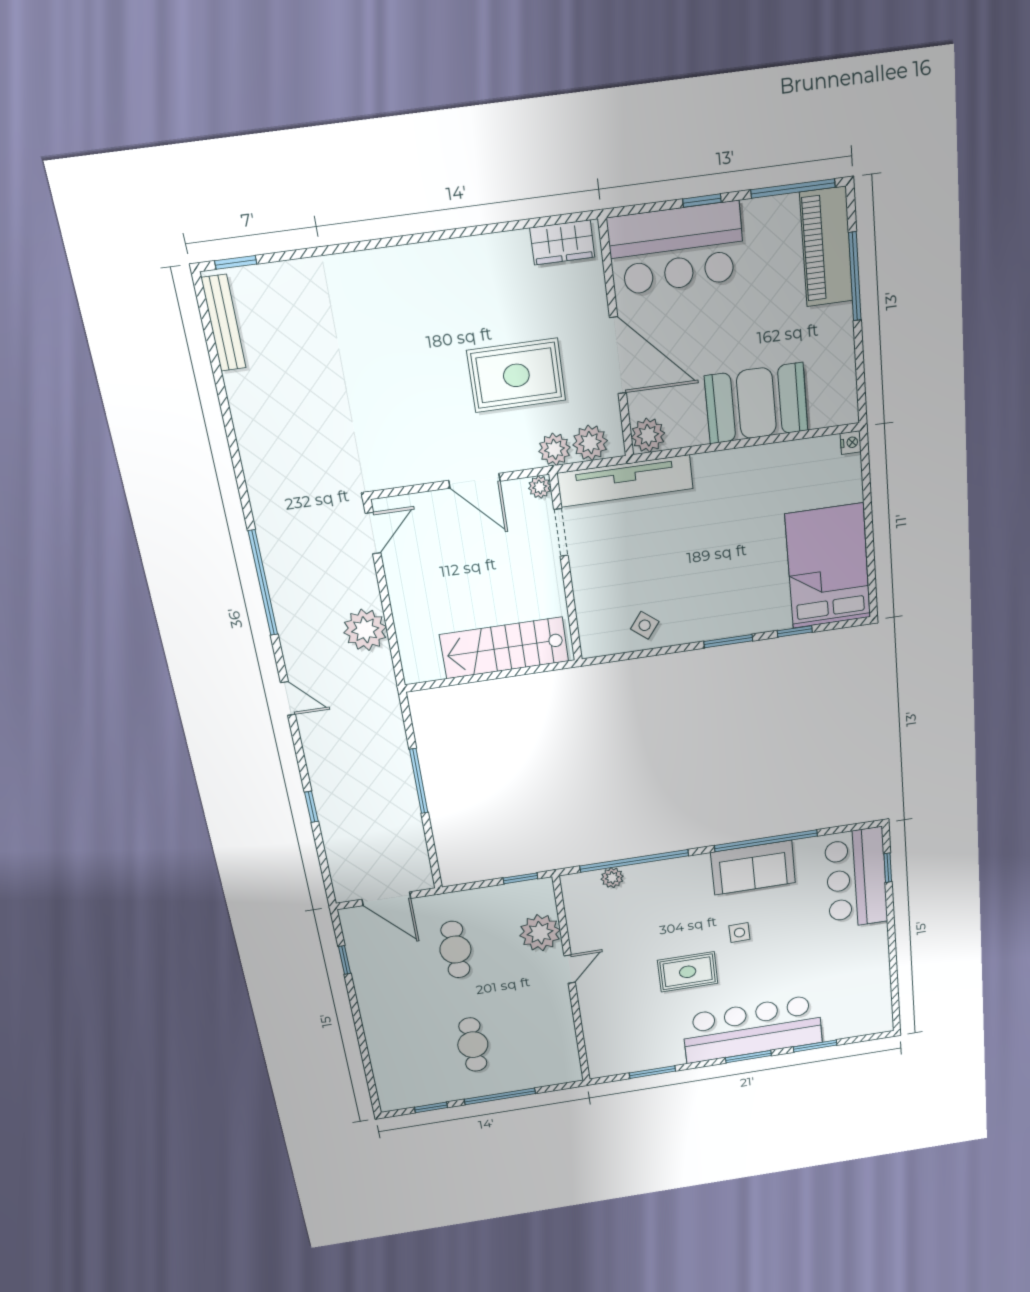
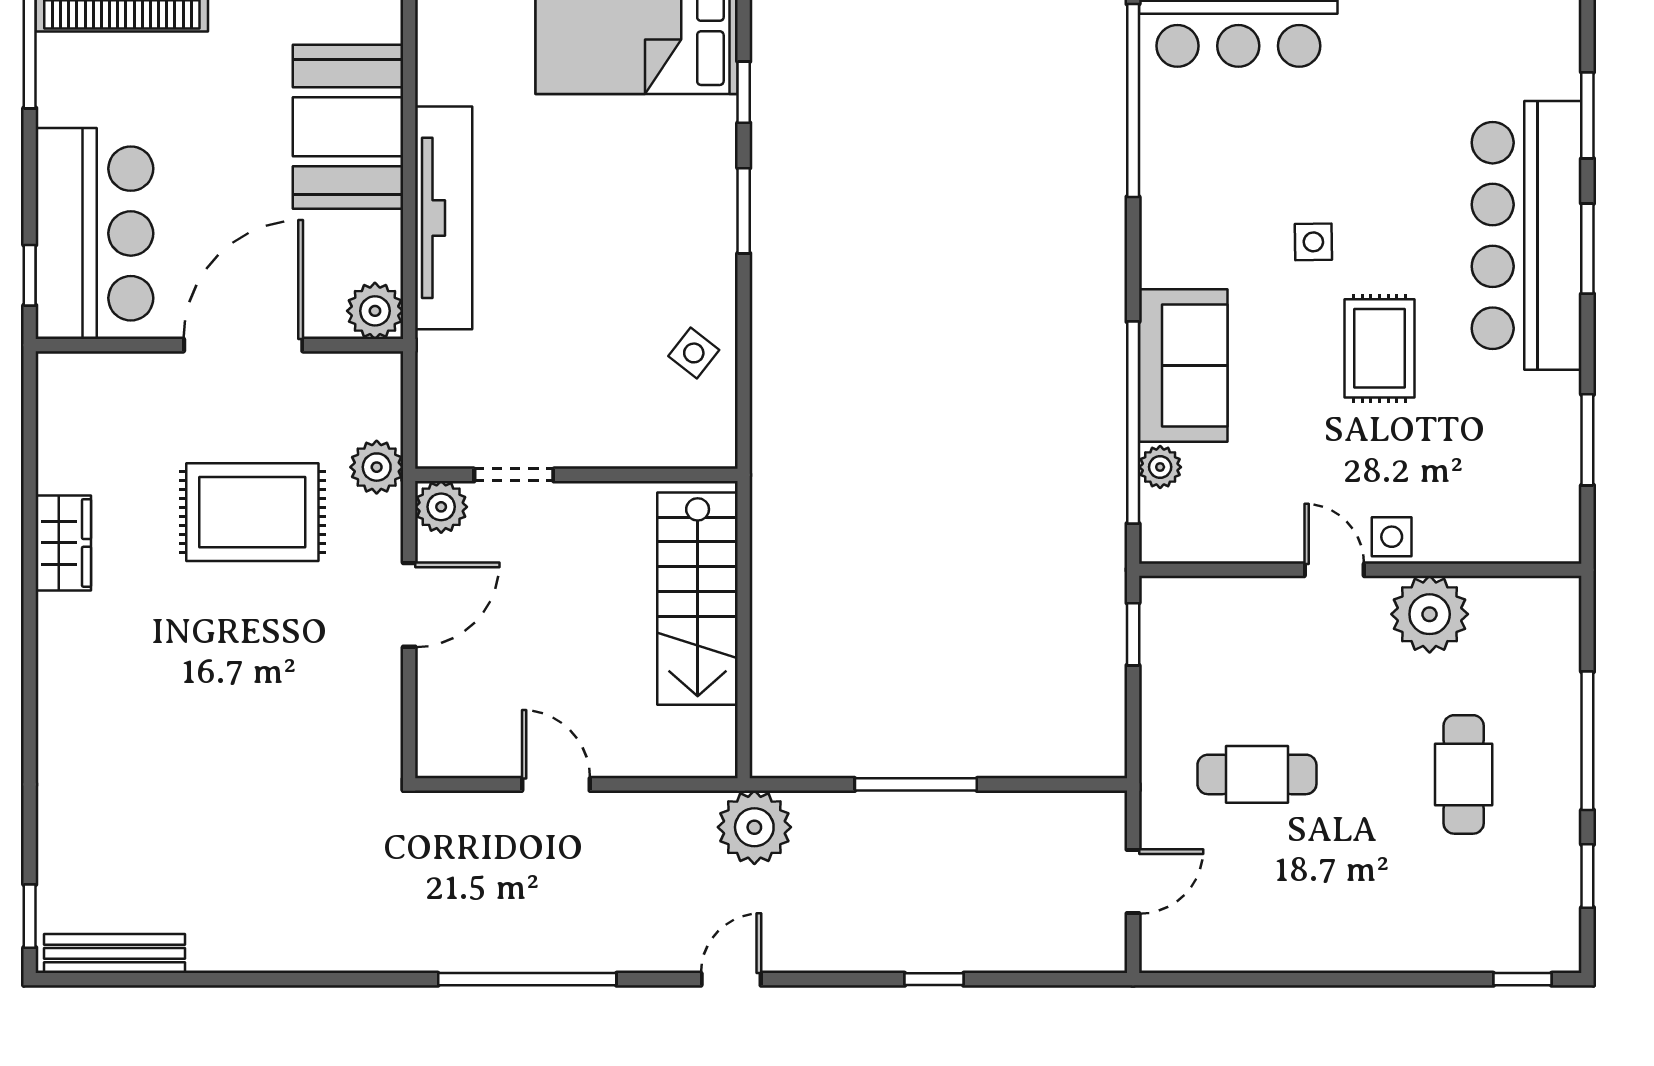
window: (702, 201) -> (30, 275), moved
wardrobe: (562, 242) -> (63, 543), moved
rug: (516, 375) -> (252, 512), turned 90
plant: (590, 443) -> (374, 407), removed
tv unit: (625, 481) -> (444, 218), moved
plant: (540, 487) -> (441, 507), width x1.38, depth x1.38
door: (373, 533) -> (556, 784), moved
plant: (365, 630) -> (754, 827), moved
window: (766, 841) -> (1133, 100), moved
sofa: (753, 868) -> (1183, 366), moved
door: (386, 899) -> (1133, 881), width x0.73
plant: (540, 933) -> (1430, 614), moved
window: (344, 960) -> (1522, 979), moved
side table: (591, 993) -> (1392, 537), added
cafe table: (473, 1045) -> (1464, 774), turned 90

